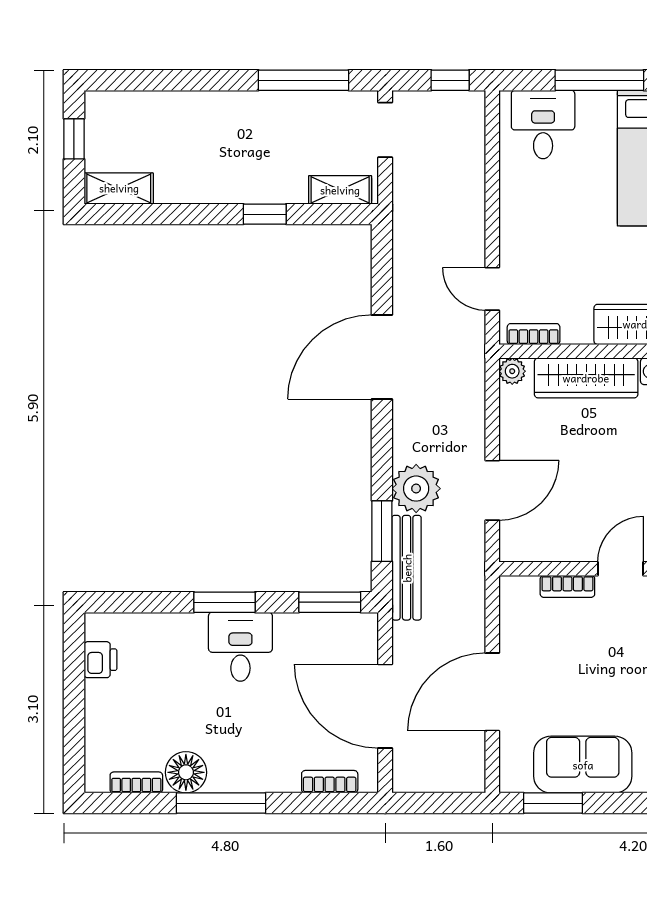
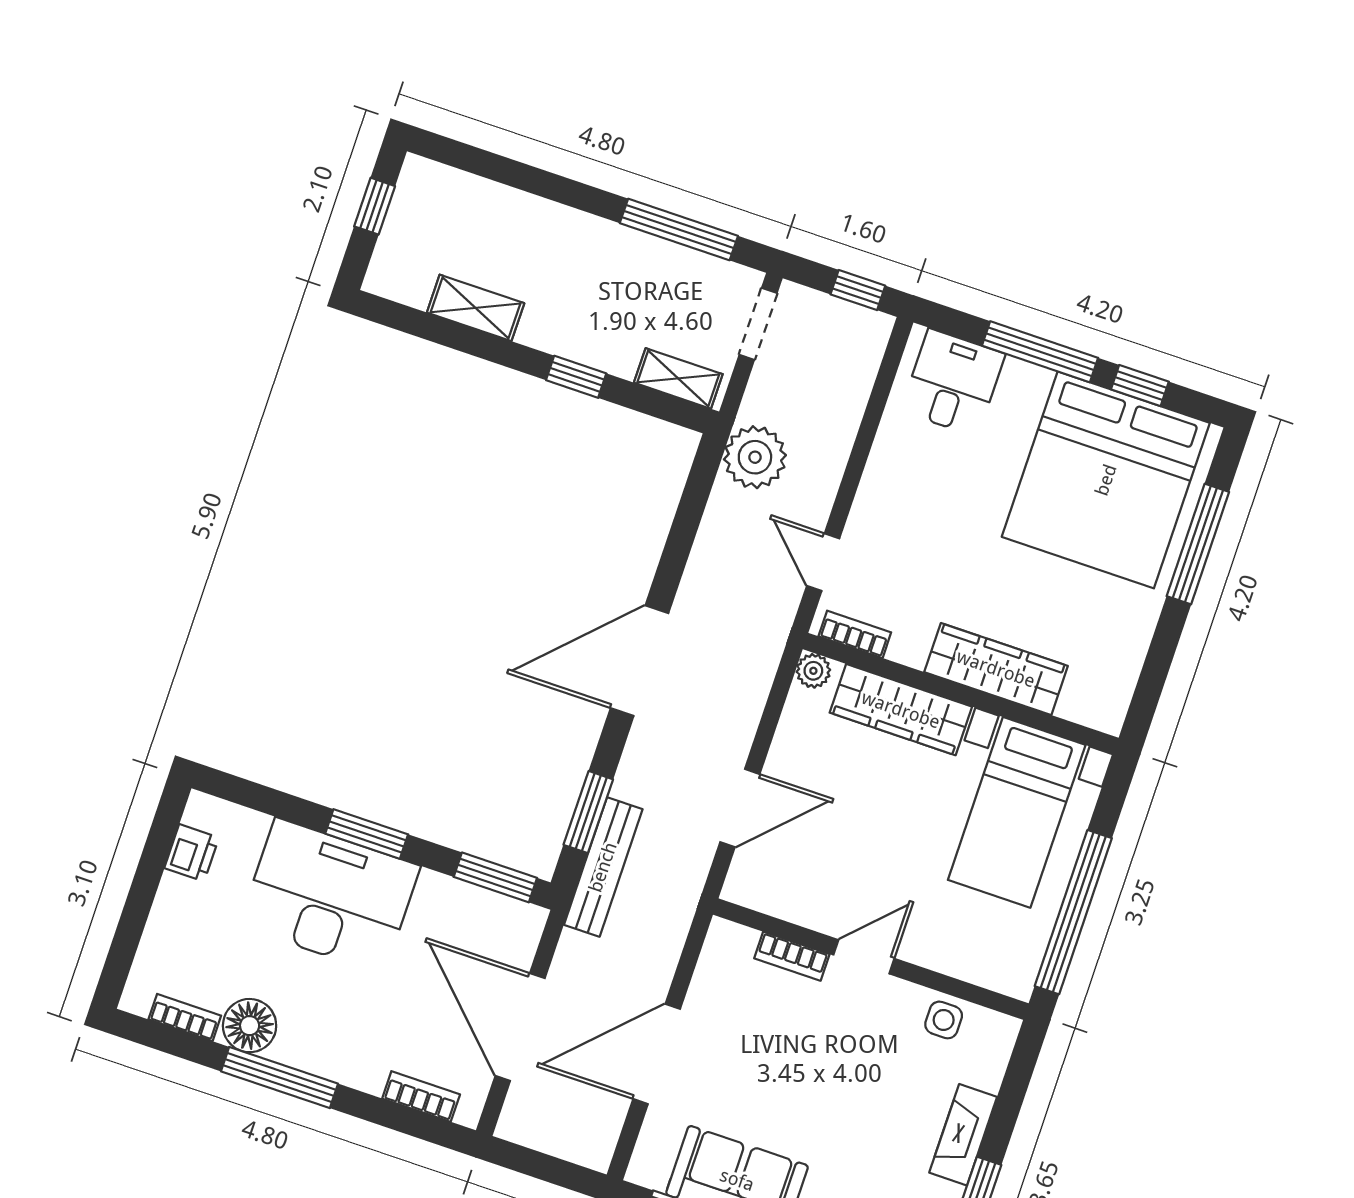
shelving: (119, 188) -> (476, 308), moved
door: (382, 357) -> (640, 661), moved
plant: (416, 489) -> (755, 457), moved
desk: (240, 647) -> (330, 896), width x1.87, depth x1.30

